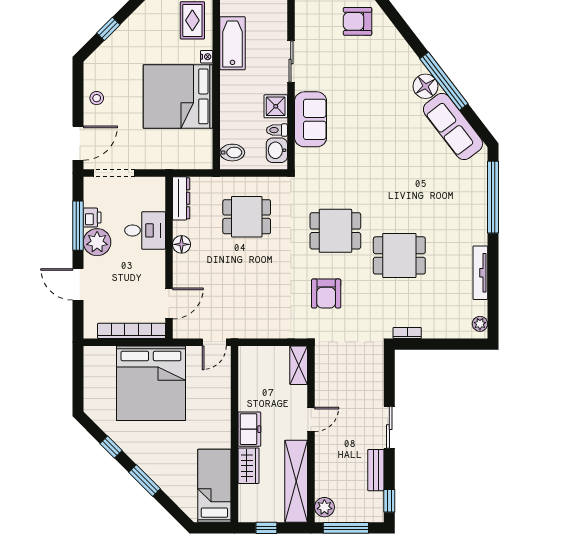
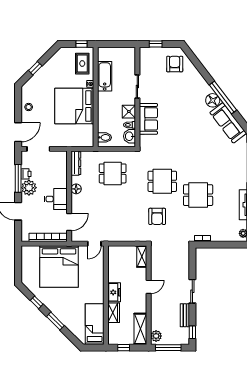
armchair: (358, 21) -> (175, 64), turned 90
desk: (145, 230) -> (56, 199), moved
shelving: (296, 481) -> (140, 329), width x0.68

